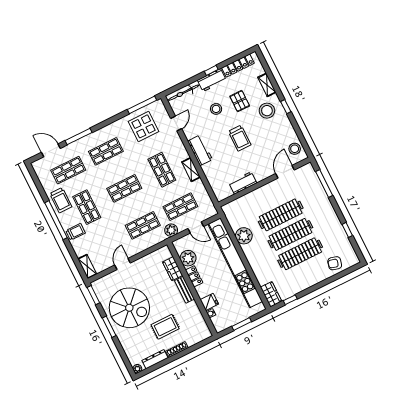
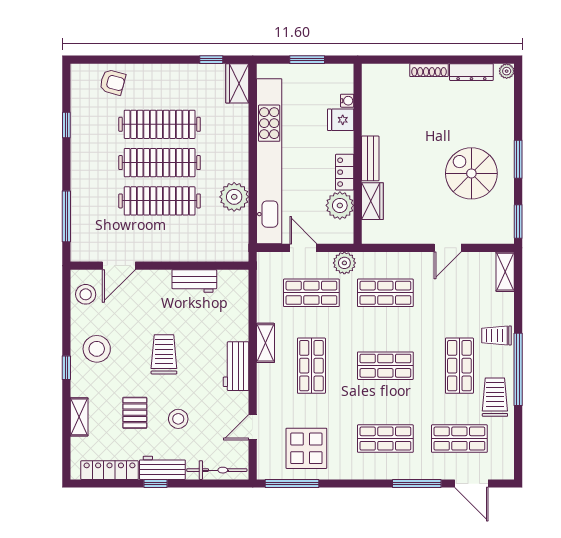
stool: (267, 111) -> (97, 349), moved
spiral stairs: (129, 308) -> (471, 173), width x0.73, depth x0.73
rug: (165, 327) -> (430, 115), removed

